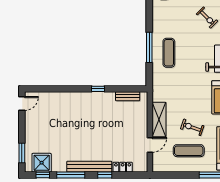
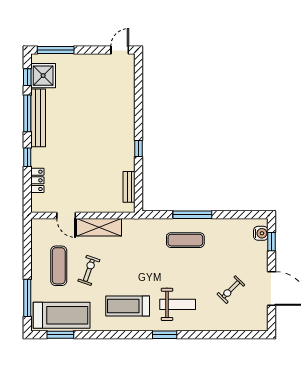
door: (22, 103) -> (120, 50), swing flipped
window: (22, 153) -> (56, 50), width x1.44
bench: (89, 167) -> (38, 118), moved

